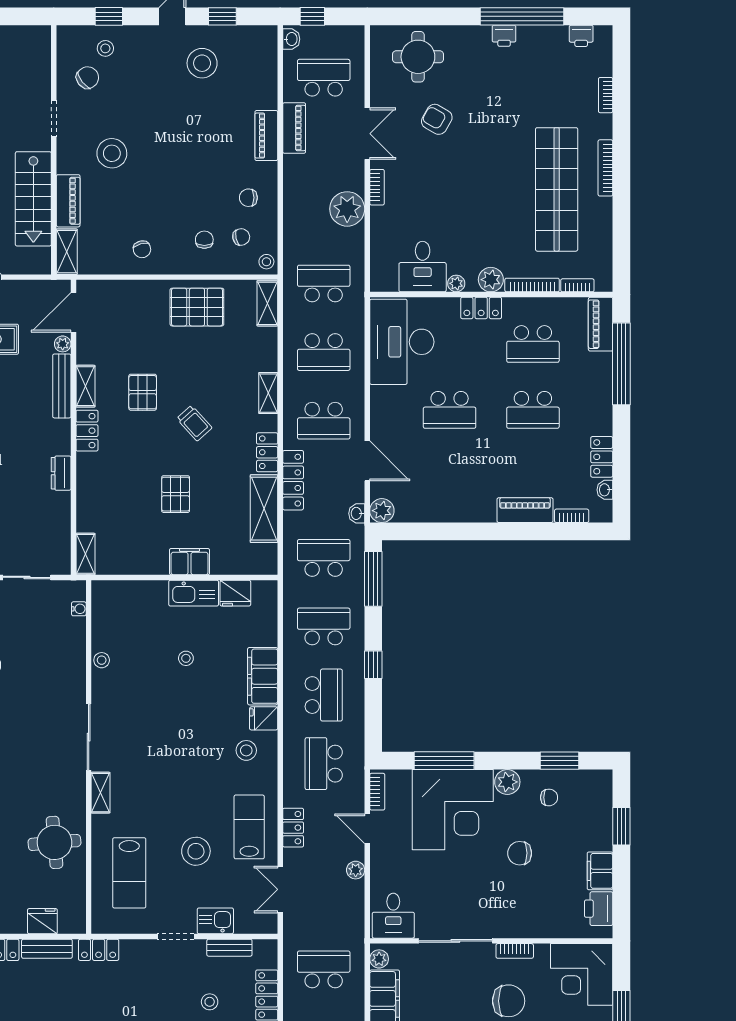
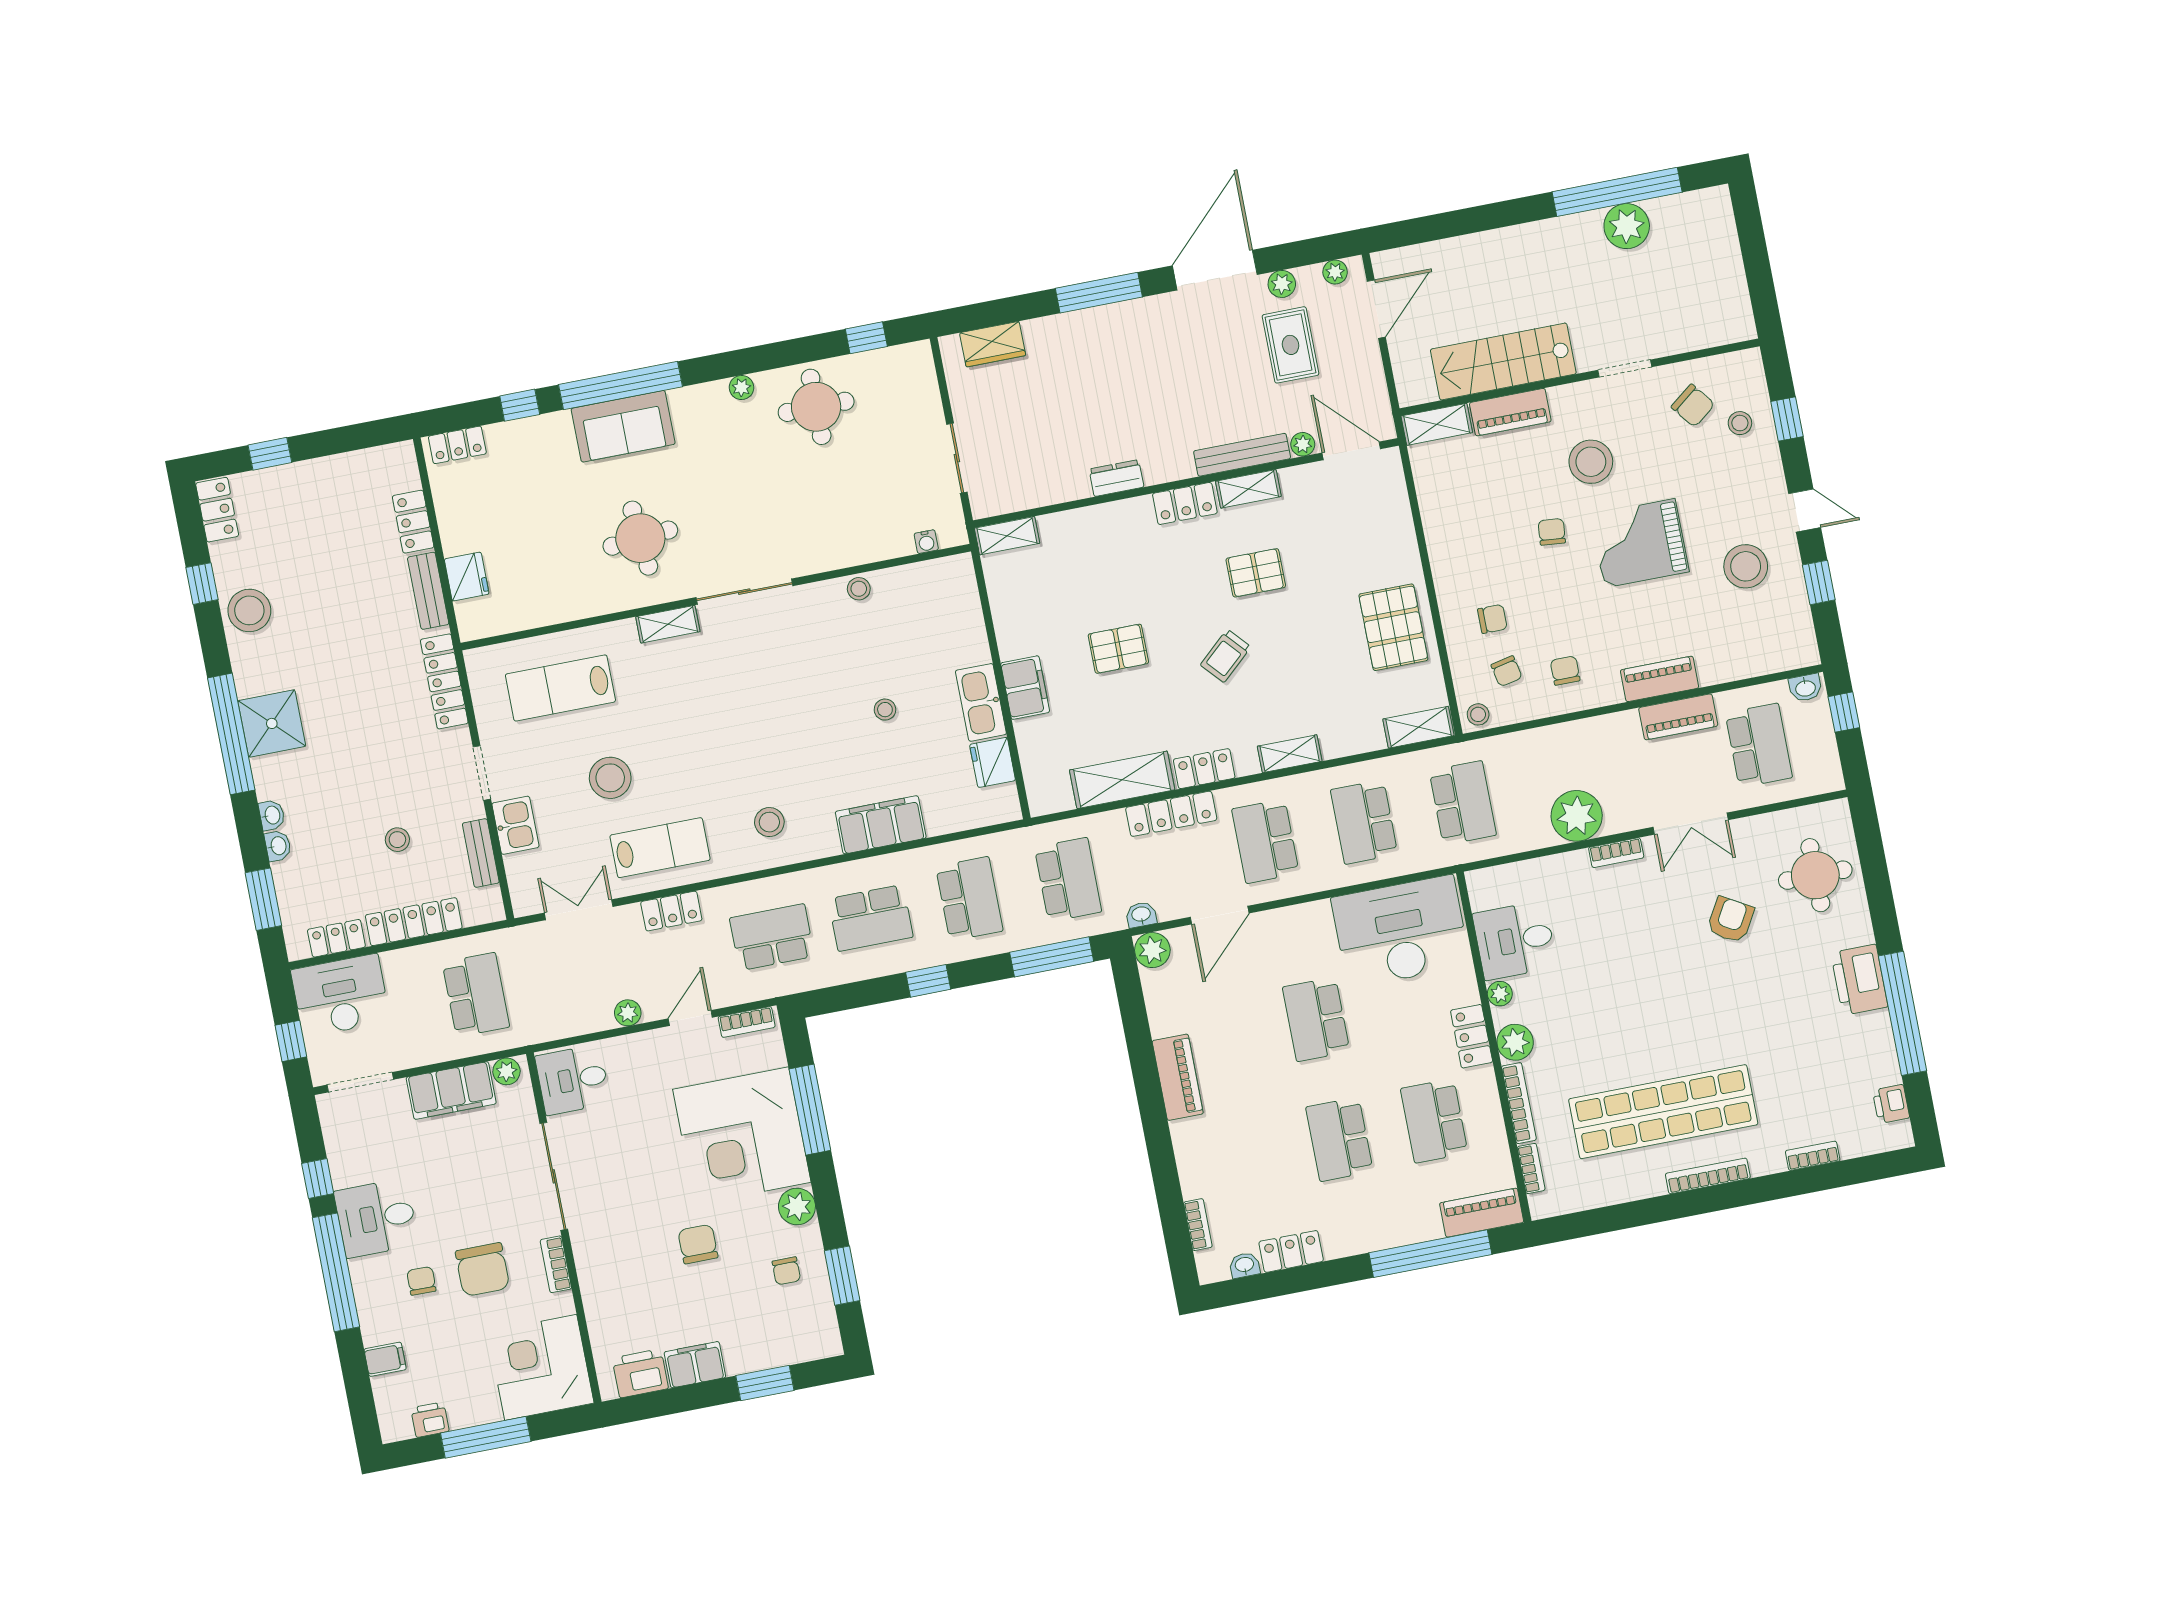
printer: (504, 36) -> (1859, 980), width x1.87, depth x1.48
grand piano: (173, 131) -> (1640, 543), added
chair: (142, 249) -> (1552, 532), moved, turned 110
piano: (525, 510) -> (1178, 1077), moved
fridge: (264, 718) -> (820, 838), removed
round table: (54, 842) -> (640, 538), moved
locker: (99, 950) -> (444, 681), width x1.53

